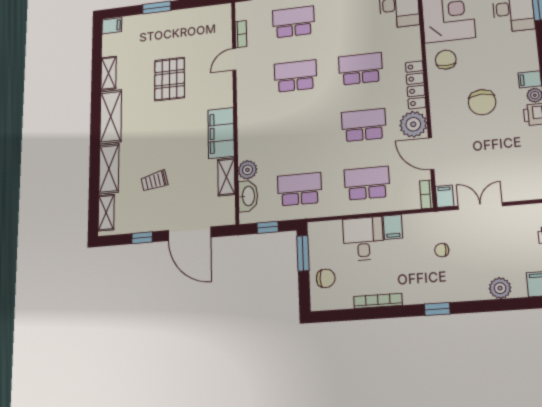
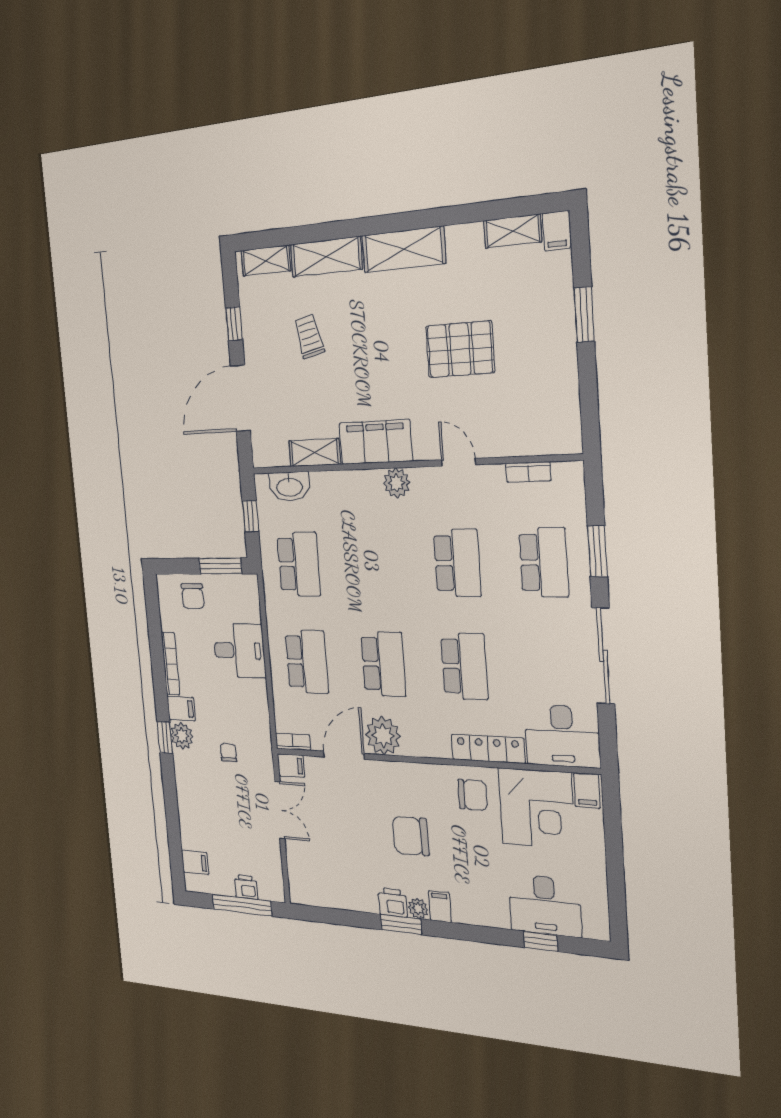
door: (234, 59) -> (458, 462), moved
shelving: (109, 73) -> (513, 231), moved
locker: (416, 85) -> (488, 749), moved
plant: (247, 170) -> (396, 483), moved
filing cabinet: (393, 227) -> (181, 709), moved, turned 180
plant: (500, 288) -> (182, 736), moved

